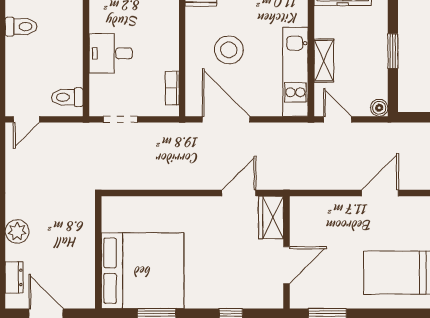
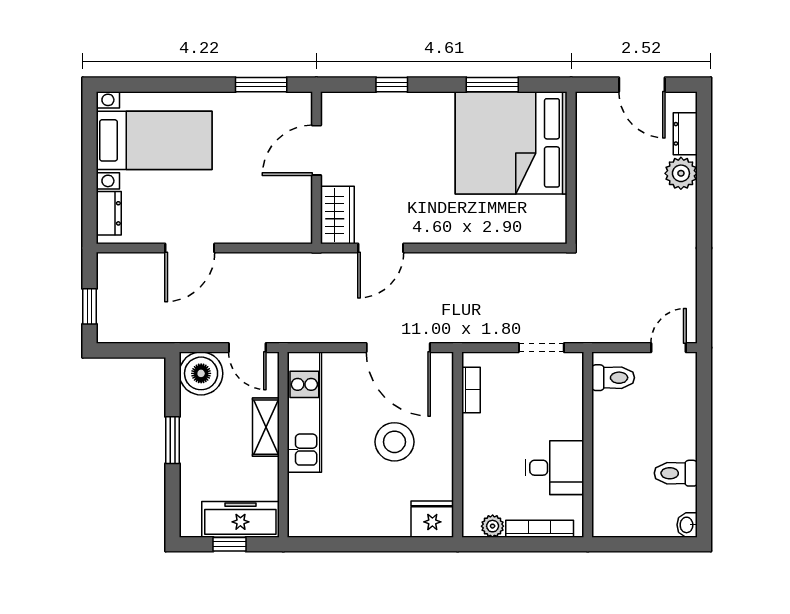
desk: (111, 53) -> (554, 468), moved
boiler: (379, 108) -> (201, 373), width x1.86, depth x1.86
plant: (17, 231) -> (681, 173), moved

